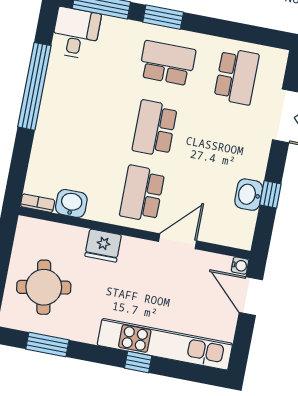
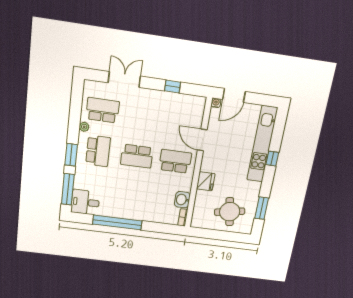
plant: (210, 43) -> (84, 127), added
school desk: (167, 63) -> (98, 151), turned 180
school desk: (142, 194) -> (175, 161), turned 180
washbasin: (249, 195) -> (173, 100), removed

